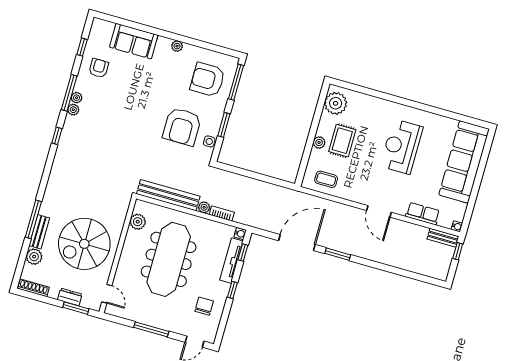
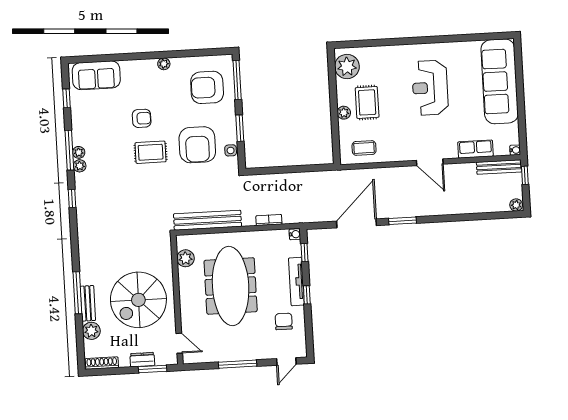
sofa: (134, 41) -> (96, 75), moved
armchair: (99, 68) -> (142, 118), moved, turned 90
rug: (139, 119) -> (151, 152), added
plant: (204, 207) -> (516, 205), moved
bench: (443, 238) -> (499, 167), width x1.36
tv unit: (231, 261) -> (296, 282), moved

